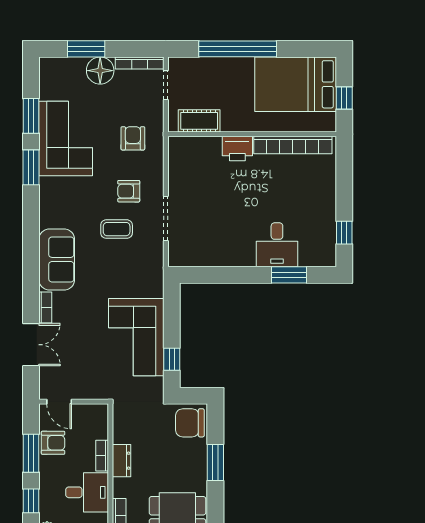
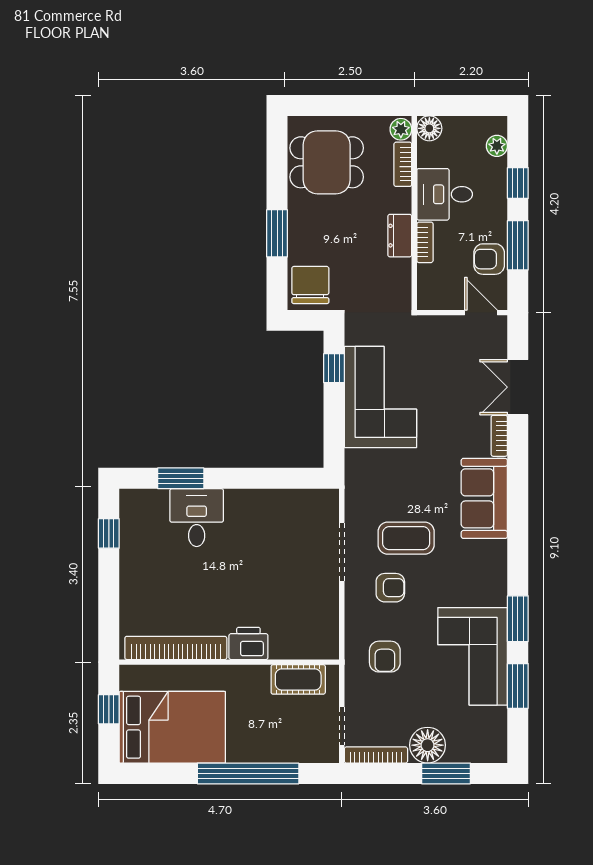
coffee table: (117, 229) -> (406, 538), width x1.36, depth x1.30
chair: (190, 423) -> (310, 285), turned -90

